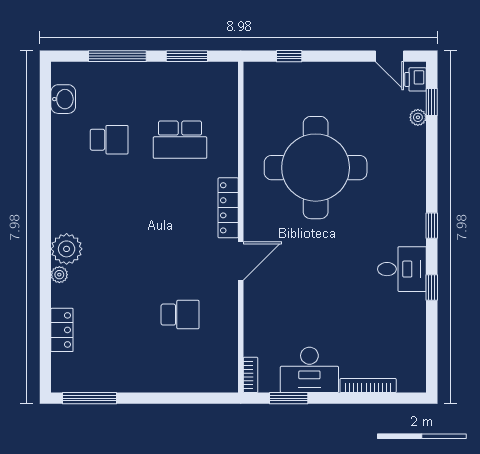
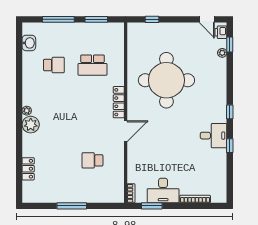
plant: (59, 275) -> (27, 111), moved
school desk: (180, 315) -> (93, 160), turned 180
window: (90, 398) -> (72, 206), moved

